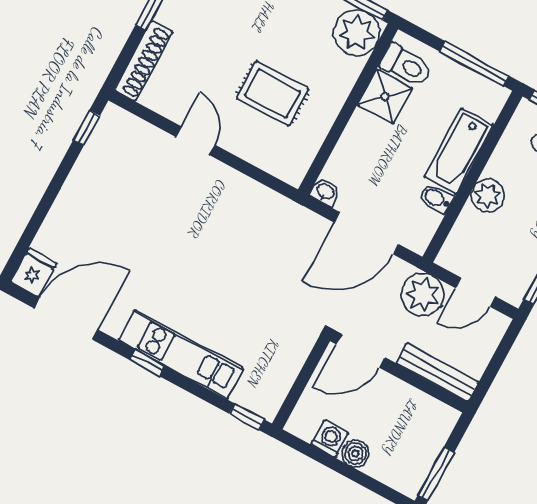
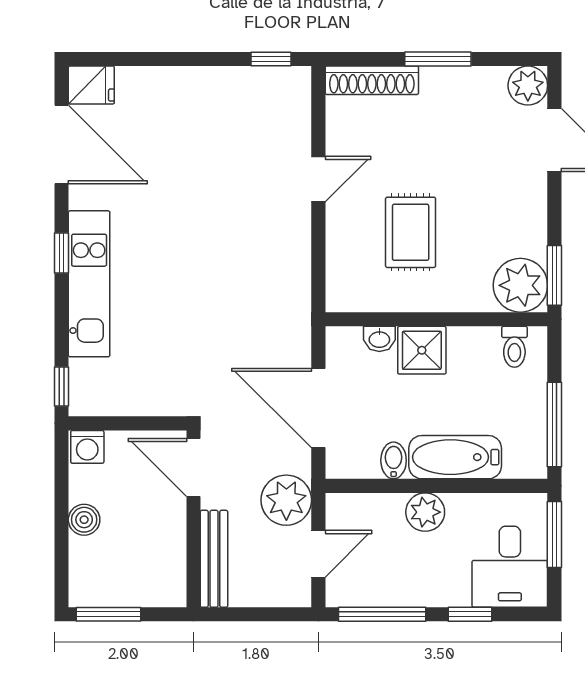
toilet: (406, 65) -> (514, 347), width x0.73, depth x0.72
shower: (385, 96) -> (422, 350), moved
washbasin: (325, 192) -> (379, 339), moved, turned 90
door: (476, 292) -> (318, 554), swing flipped
washing machine: (330, 439) -> (87, 447), moved, turned 90

